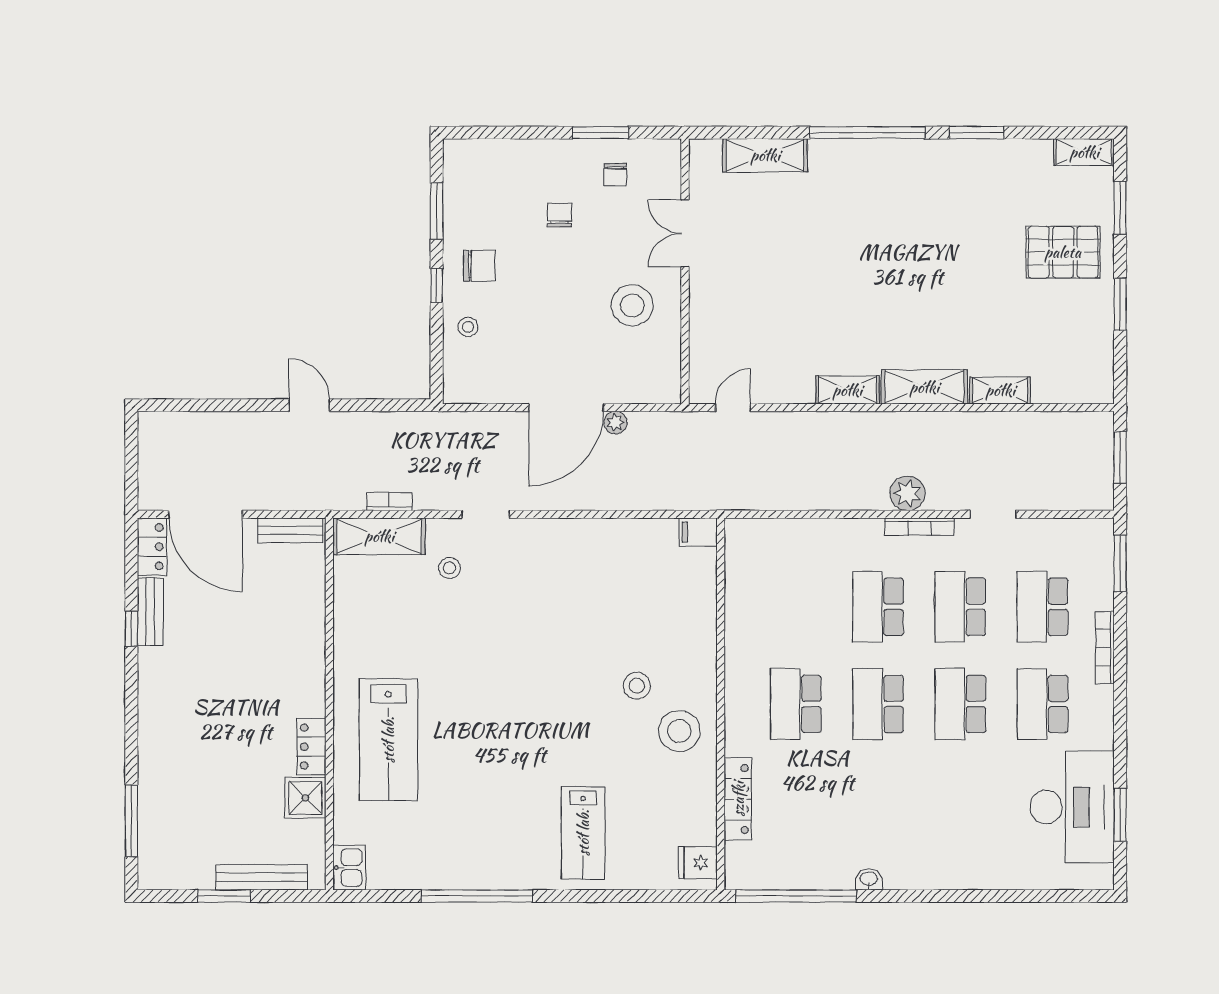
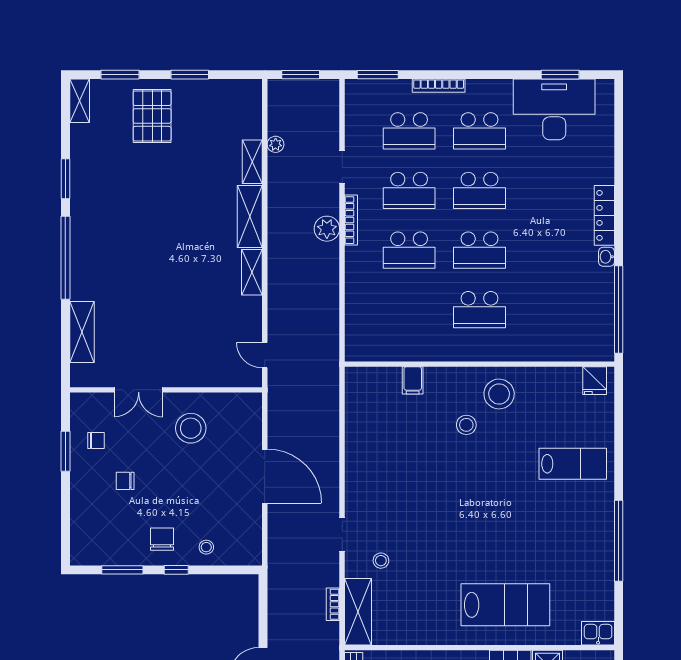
plant: (615, 423) -> (276, 144), moved
filing cabinet: (698, 532) -> (413, 380), moved
locker: (738, 799) -> (604, 215), moved, turned -90

